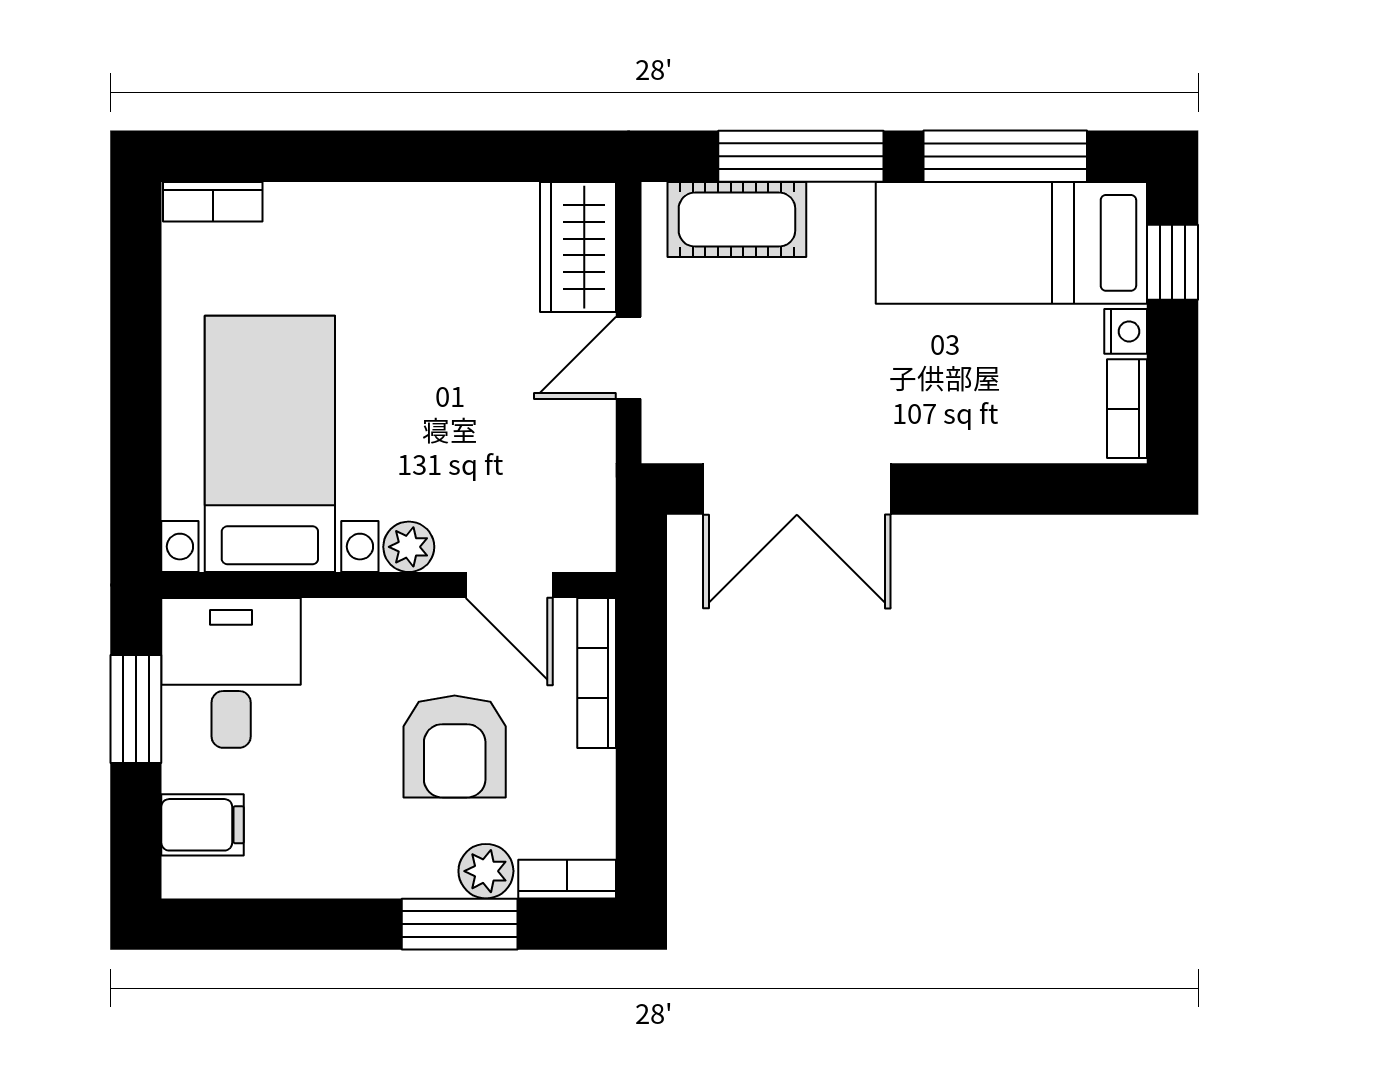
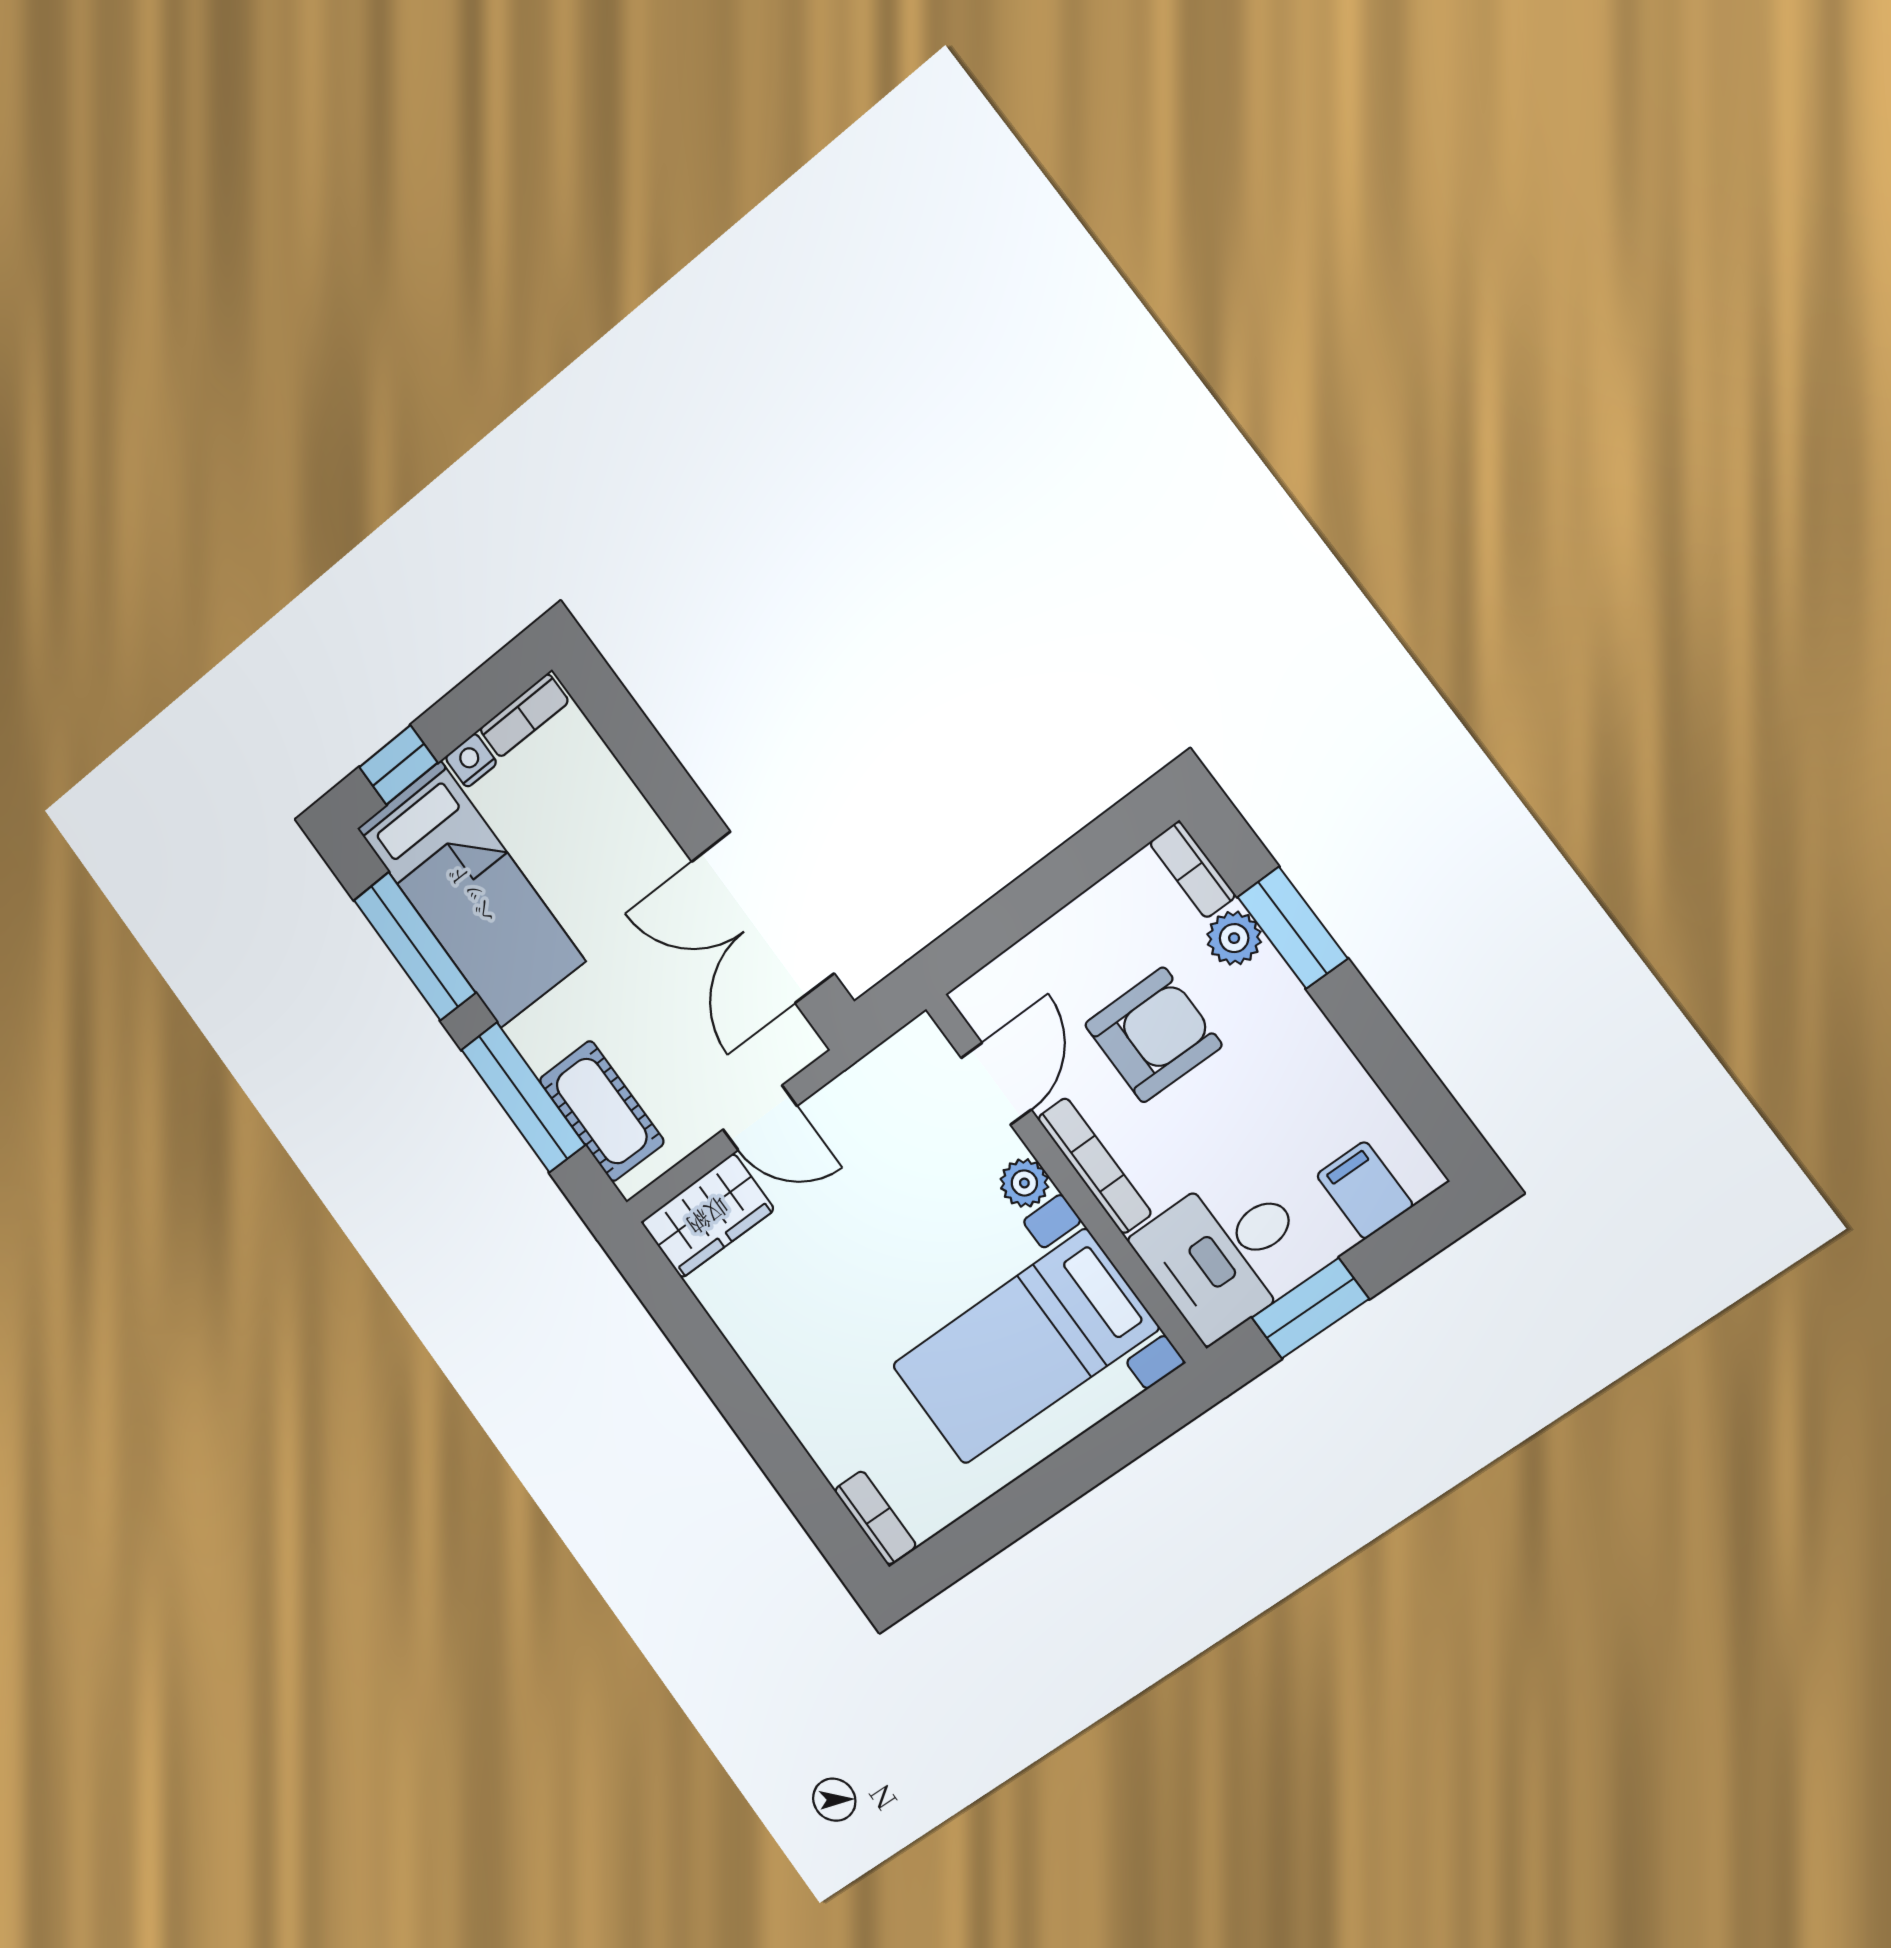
double door: (797, 489) -> (763, 917), swing flipped
bookcase: (597, 673) -> (1094, 1166), moved, turned -90

